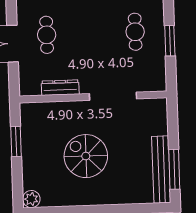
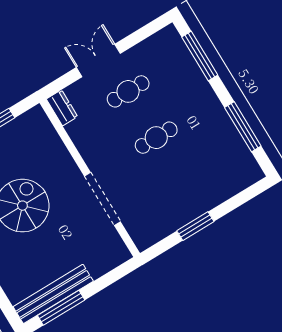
cafe table: (135, 32) -> (156, 138), moved
dresser: (60, 88) -> (62, 108), moved, width x0.70

